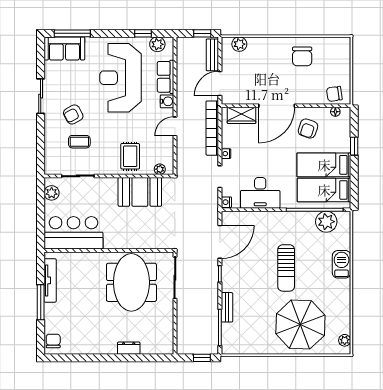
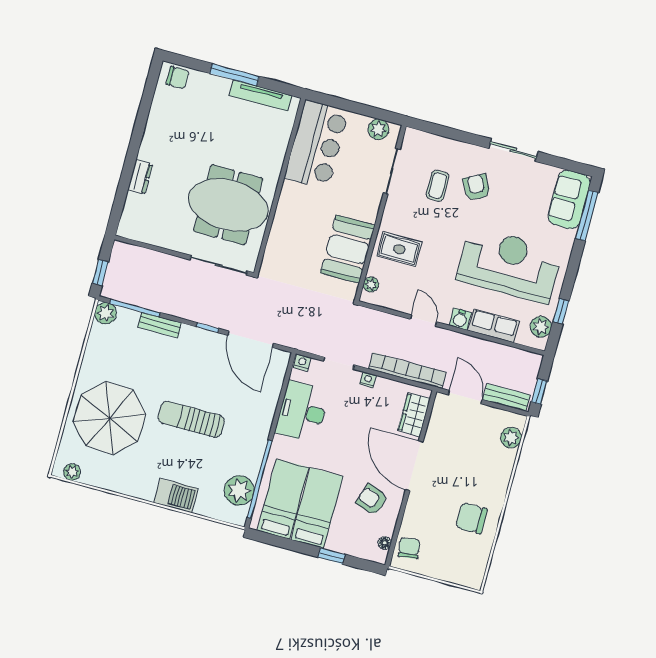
plant: (229, 347) -> (106, 313), added

